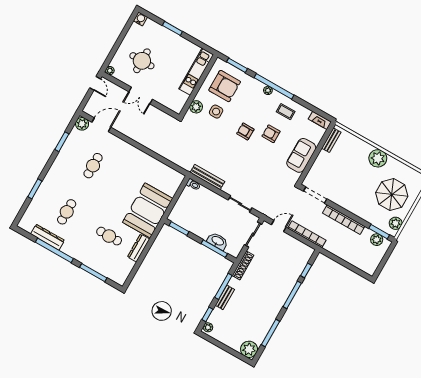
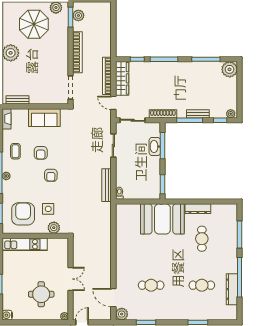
wardrobe: (297, 247) -> (122, 78), added

